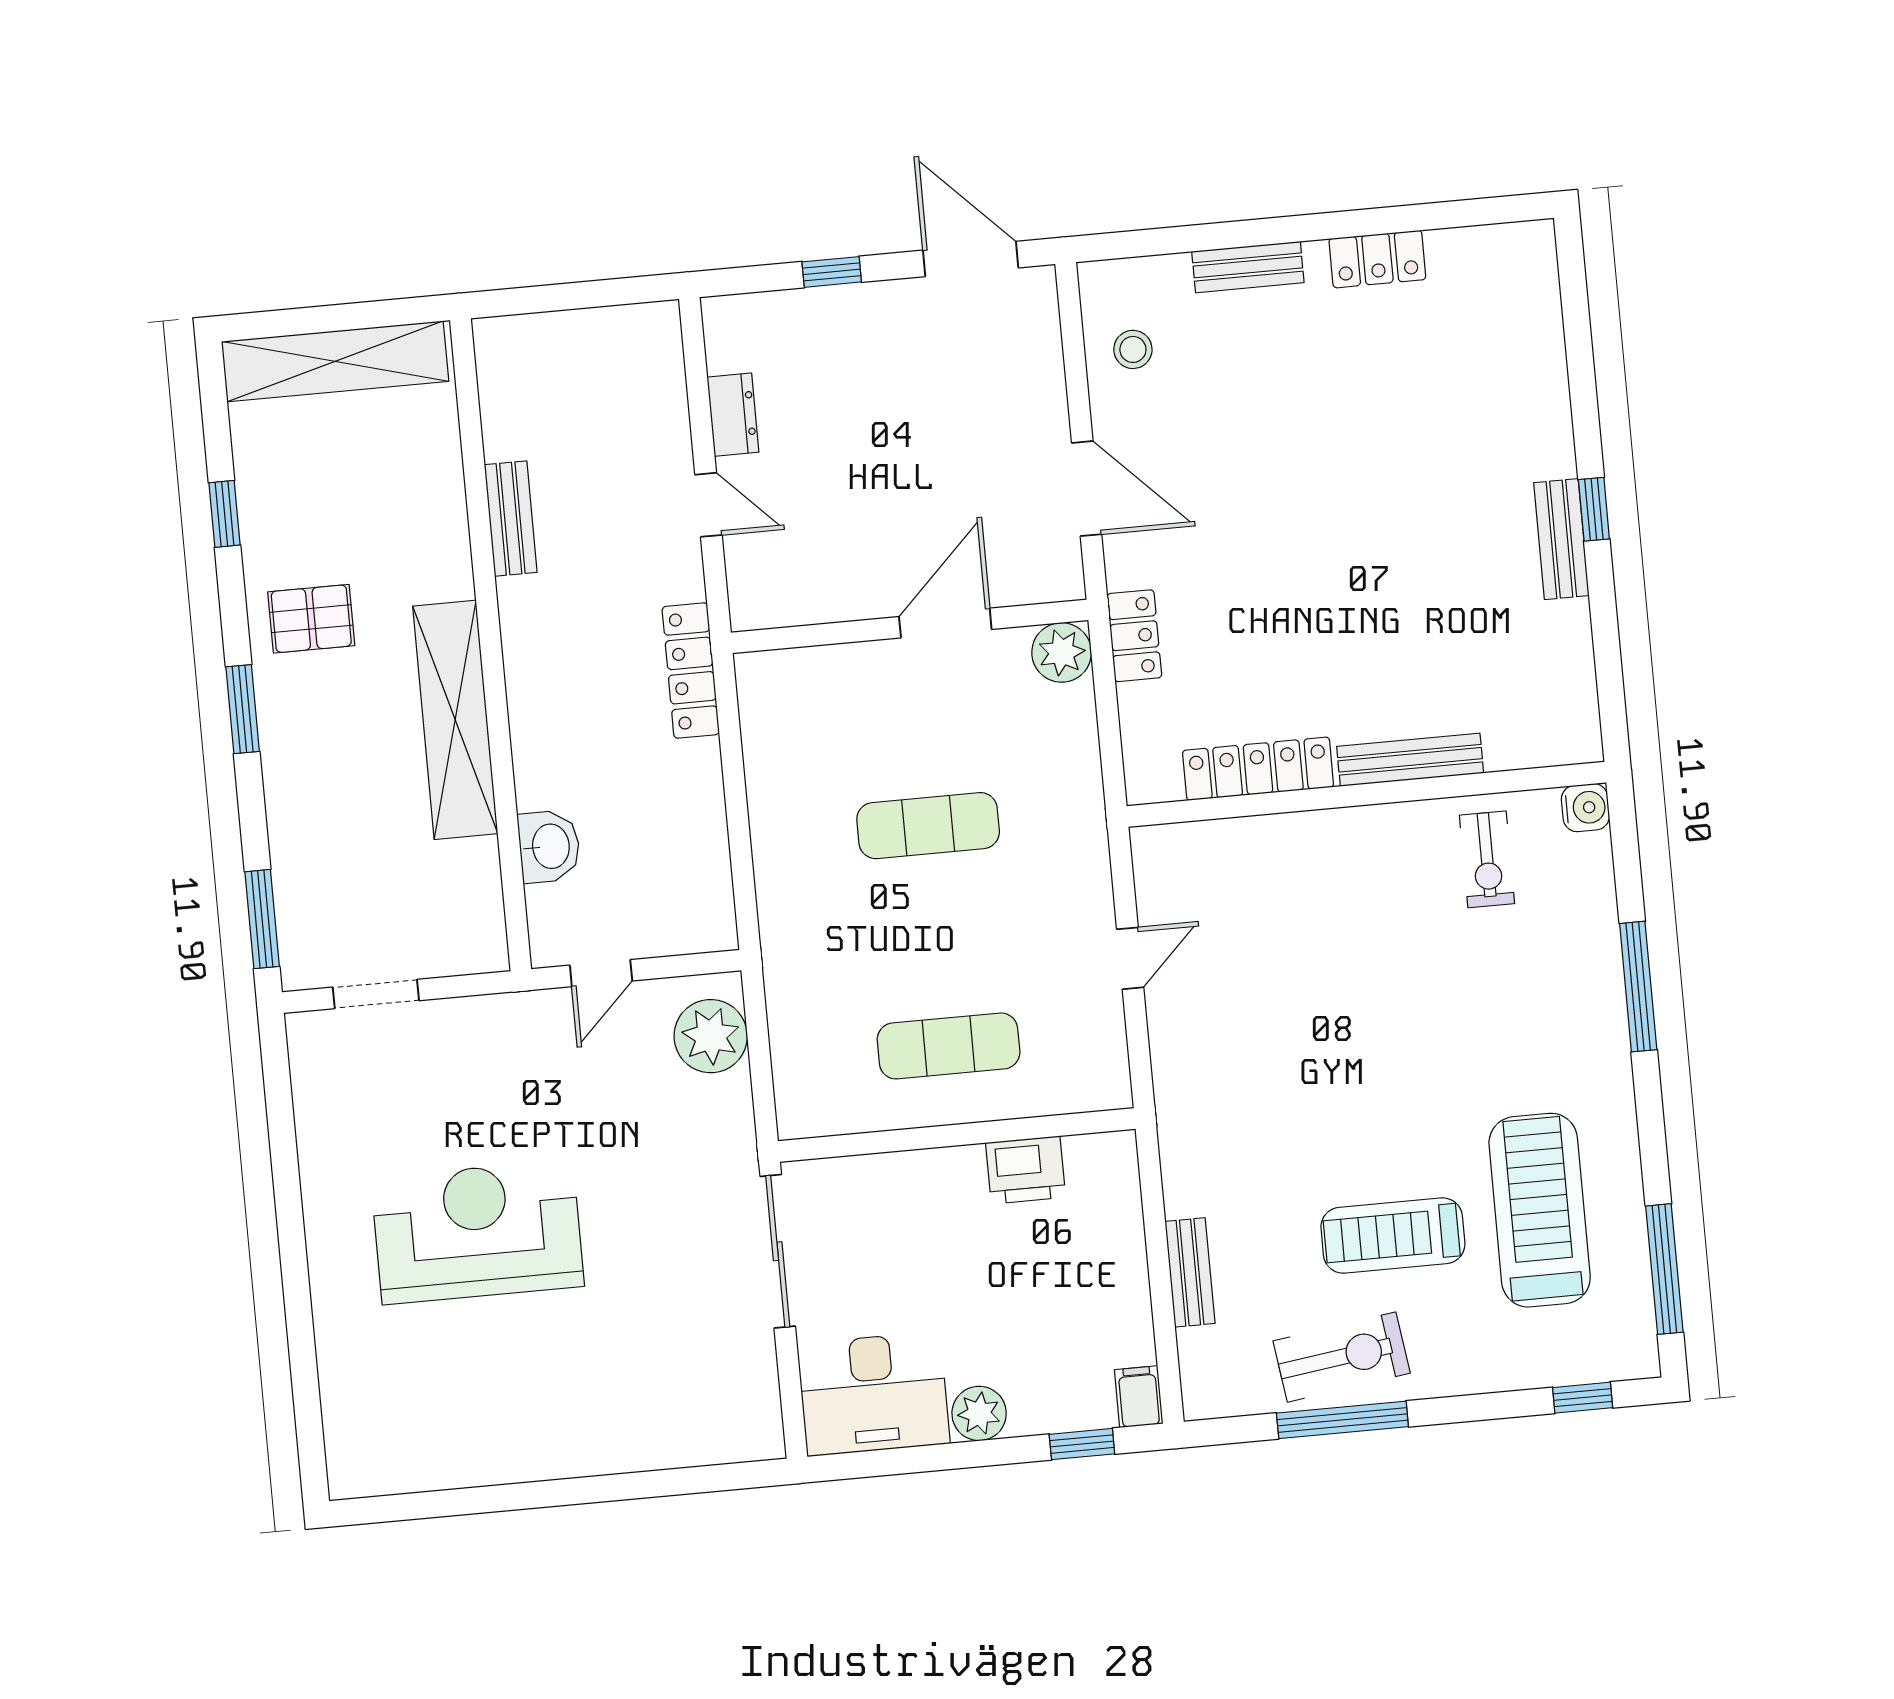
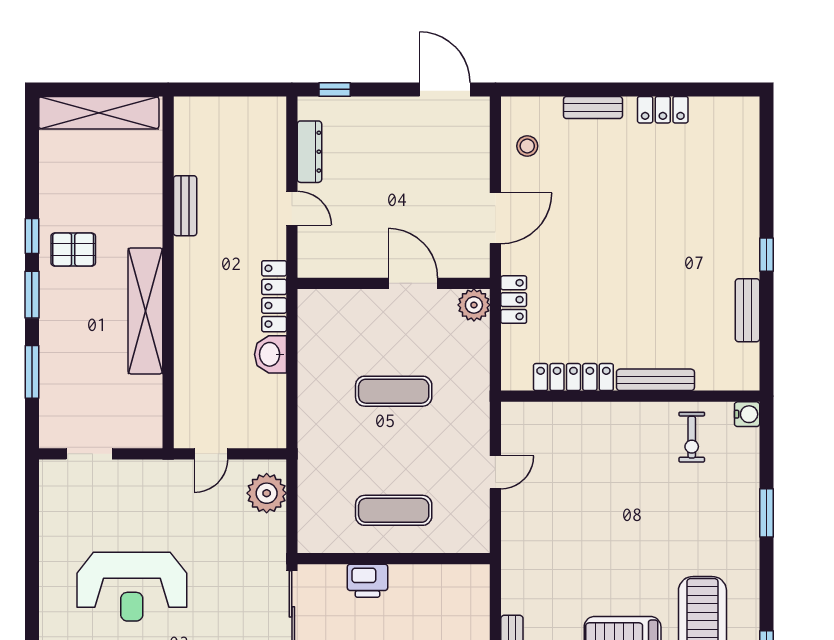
window: (832, 272) -> (335, 89), moved
dresser: (733, 415) -> (309, 152), width x1.44
door: (1087, 489) -> (495, 218), hinge flipped
window: (225, 514) -> (32, 236), moved
bench: (1561, 539) -> (748, 310), moved
door: (945, 623) -> (413, 283), hinge flipped
washbasin: (549, 846) -> (271, 354), moved, turned 180
window: (262, 919) -> (32, 372), moved
window: (1638, 987) -> (766, 513), width x0.69
printer: (1026, 1170) -> (367, 581), moved
reception desk: (477, 1232) -> (132, 587), turned 180

